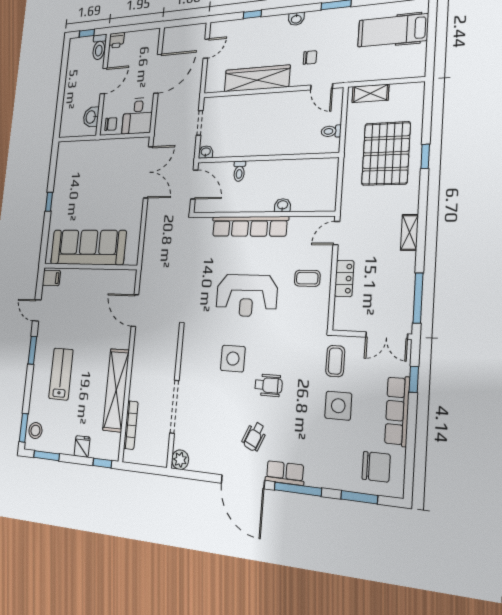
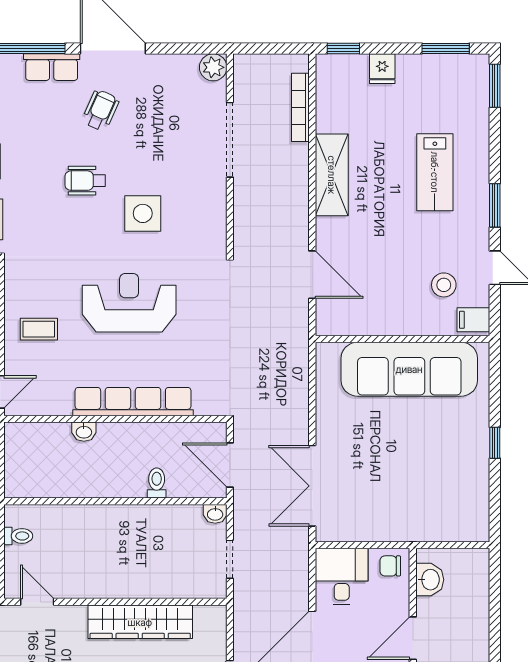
chair: (310, 57) -> (58, 647), removed
shelving: (116, 390) -> (332, 175), width x0.68
stool: (35, 430) -> (444, 285), moved

